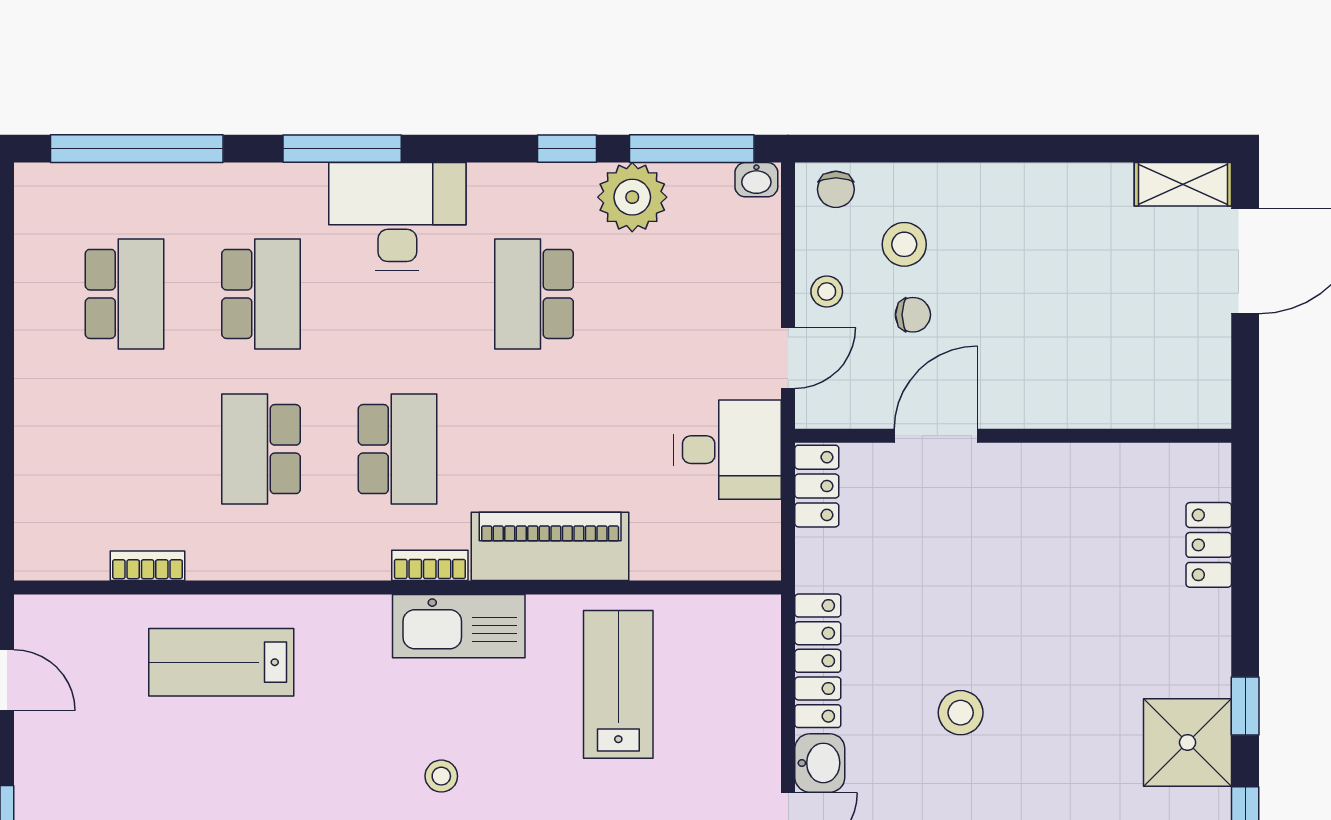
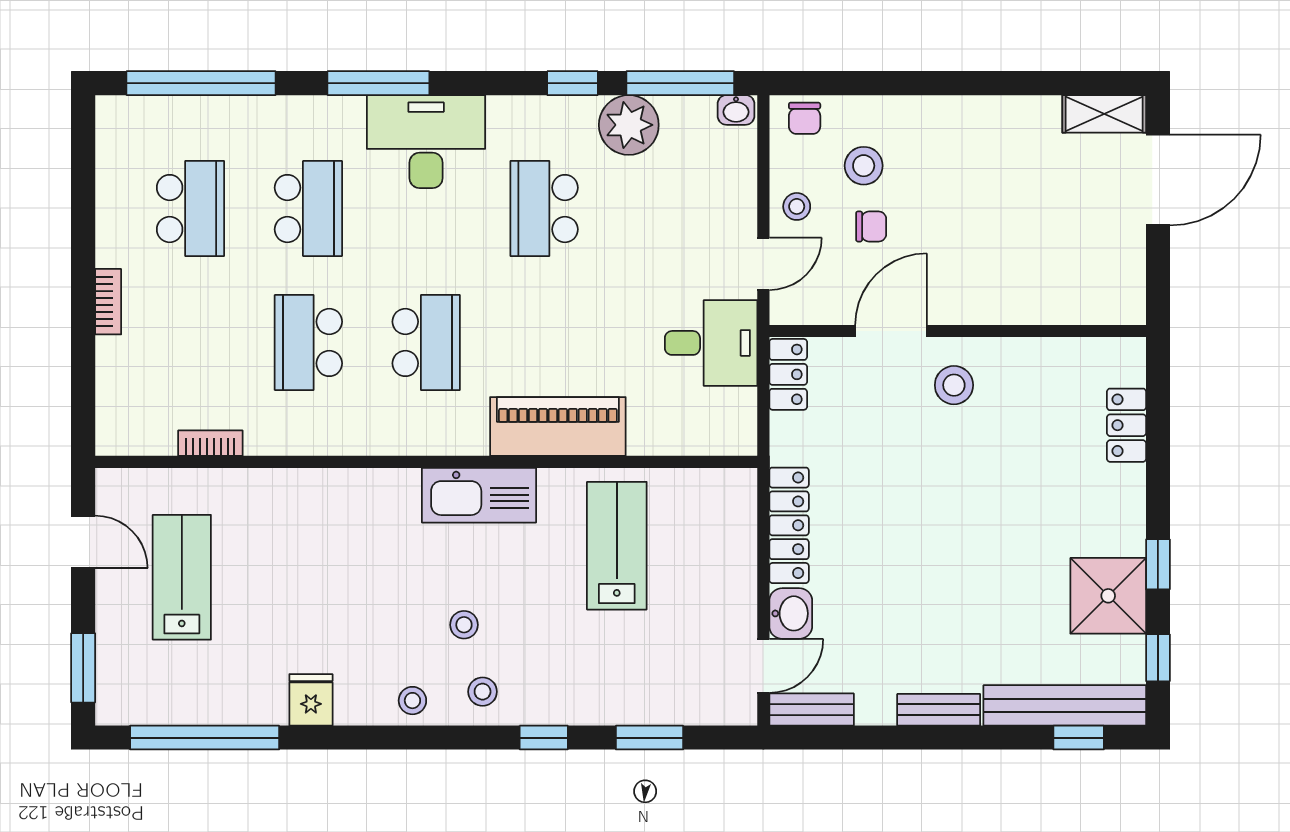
bookcase: (430, 565) -> (108, 302), moved, turned 90
lab bench: (221, 662) -> (182, 577), moved, turned 90
stool: (961, 713) -> (954, 385), moved

